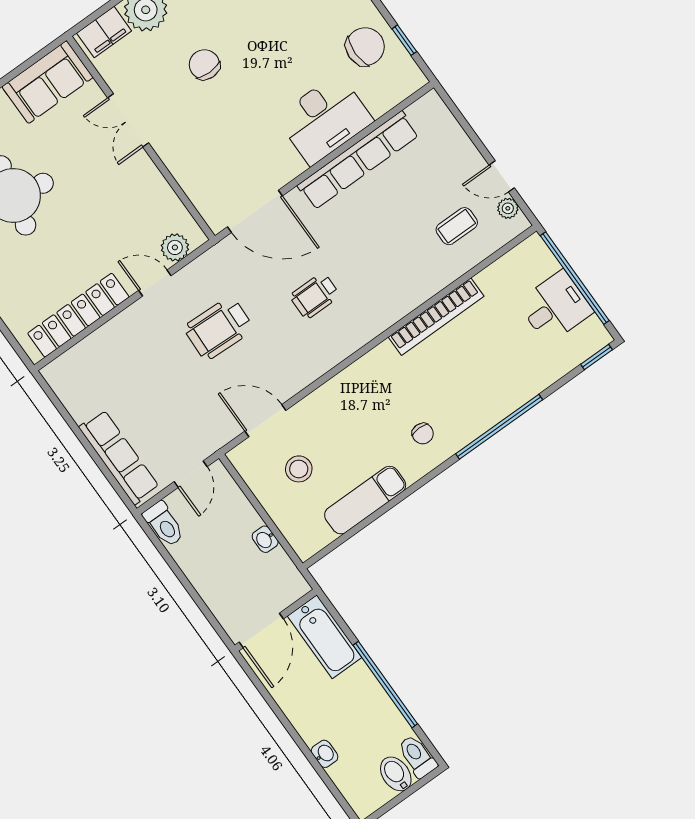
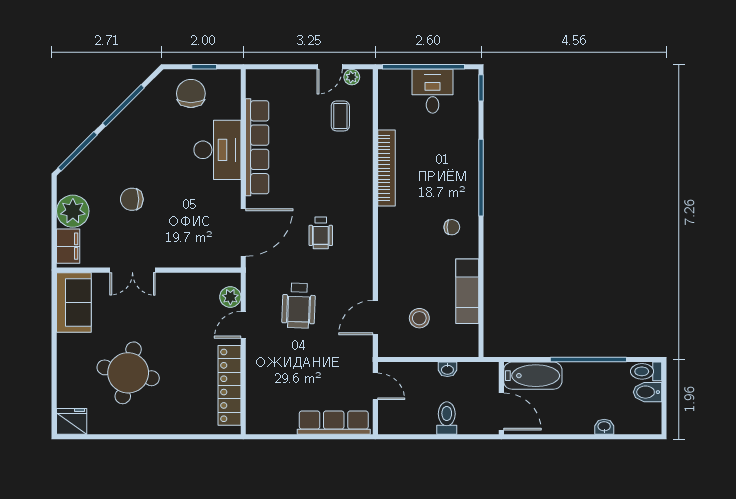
toilet: (164, 524) -> (447, 418), moved, turned -90

